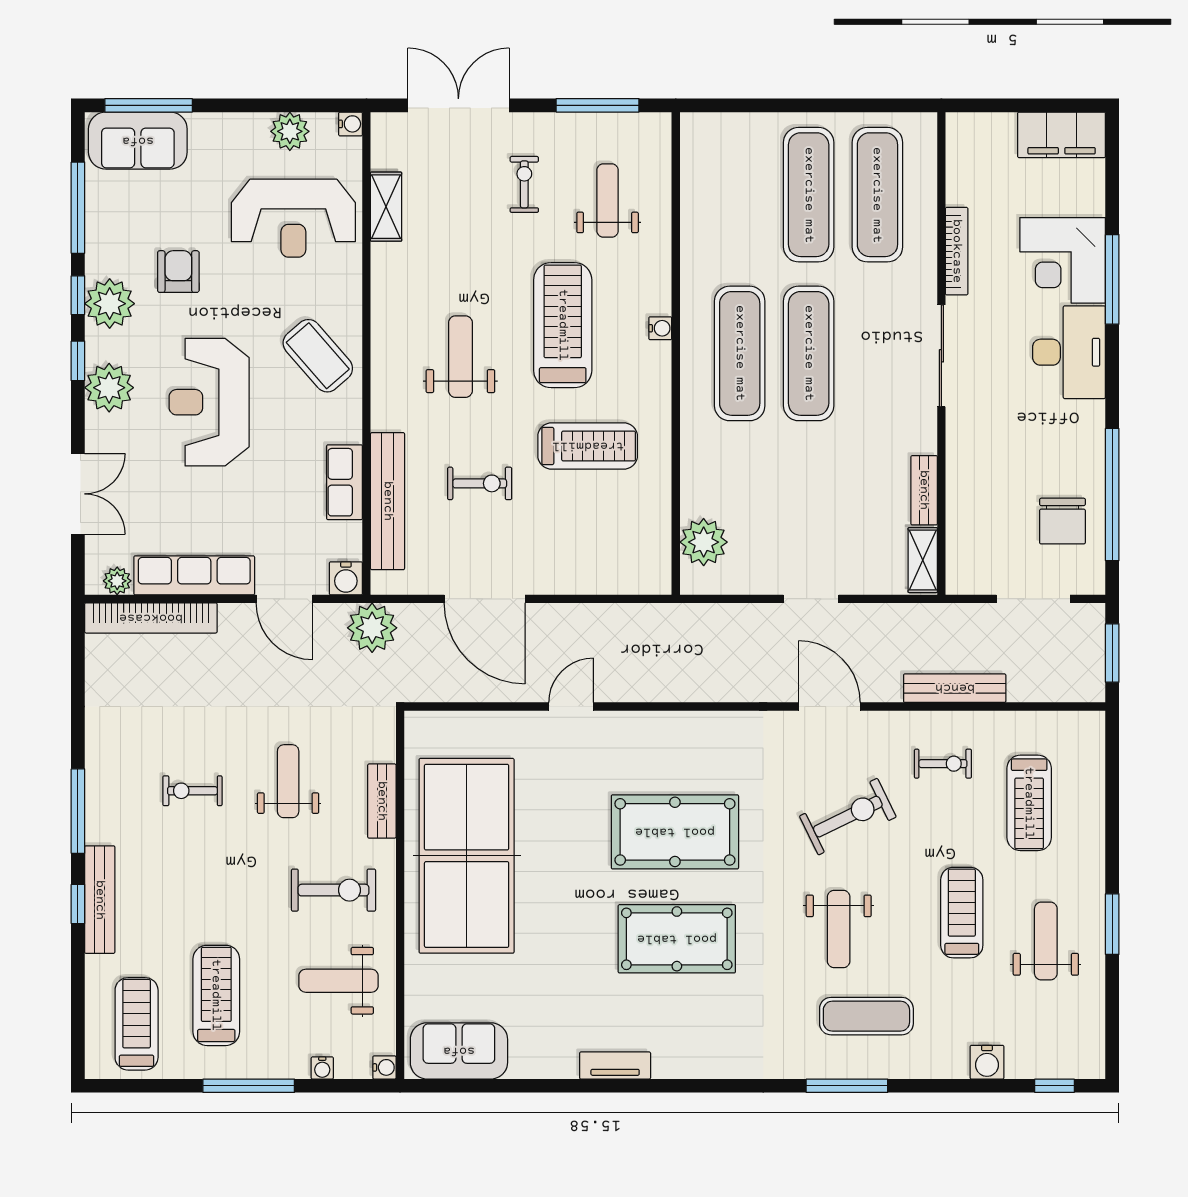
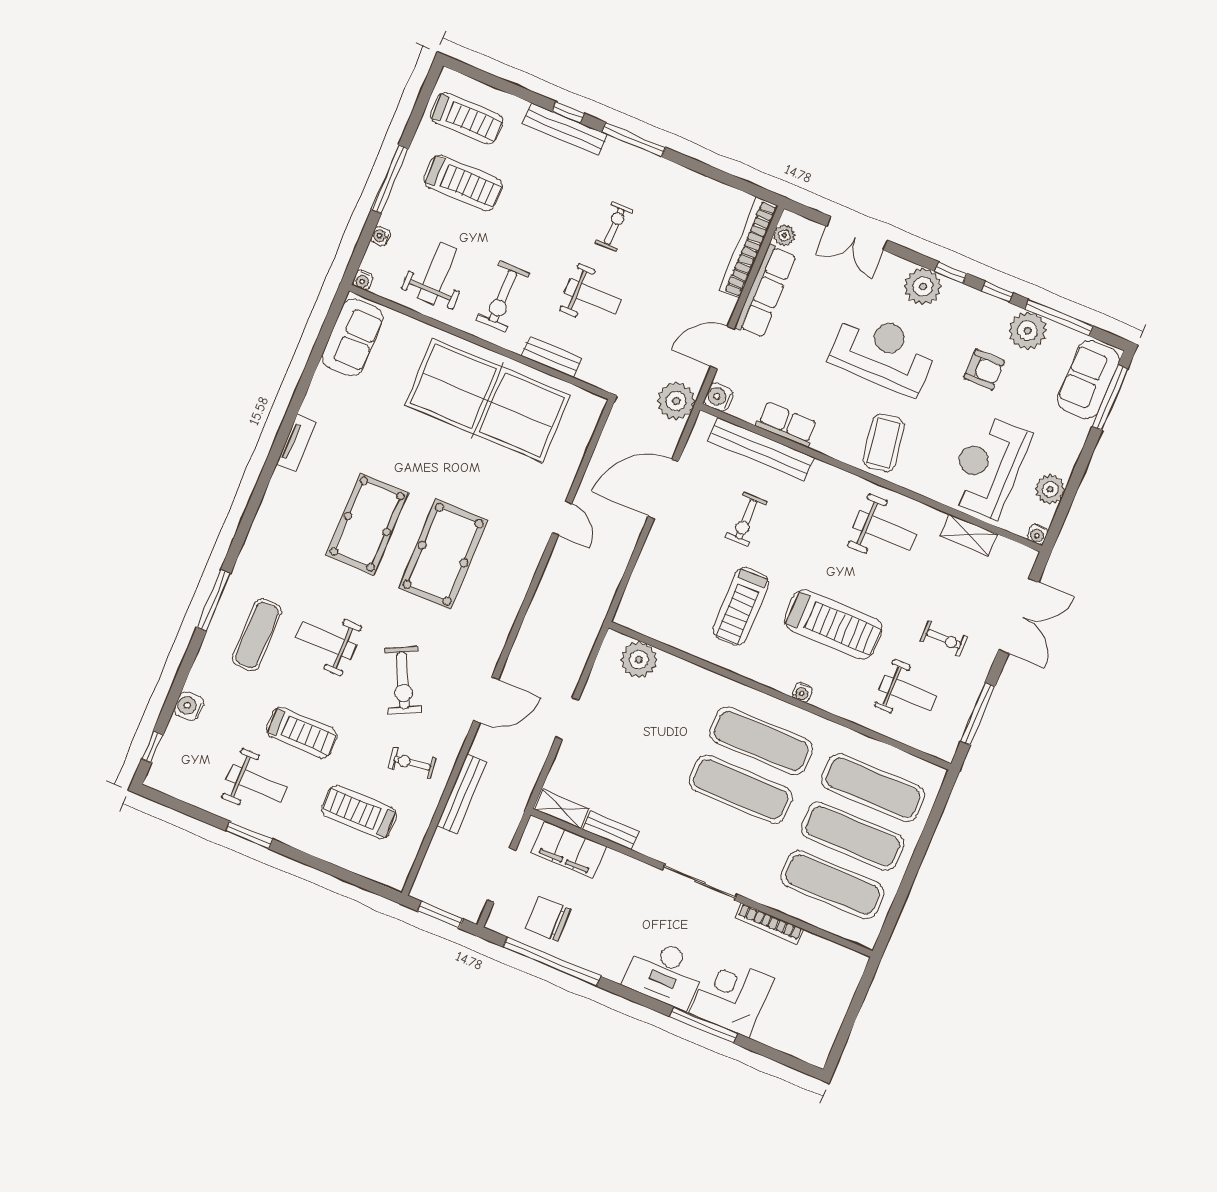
filing cabinet: (1062, 135) -> (569, 849), moved, turned -90
exercise mat: (740, 195) -> (873, 788), added
plant: (110, 304) -> (1028, 331), moved
coffee table: (318, 356) -> (884, 443), turned -58
weight bench: (460, 357) -> (885, 531), moved
exercise bike: (943, 764) -> (412, 763), turned 82

